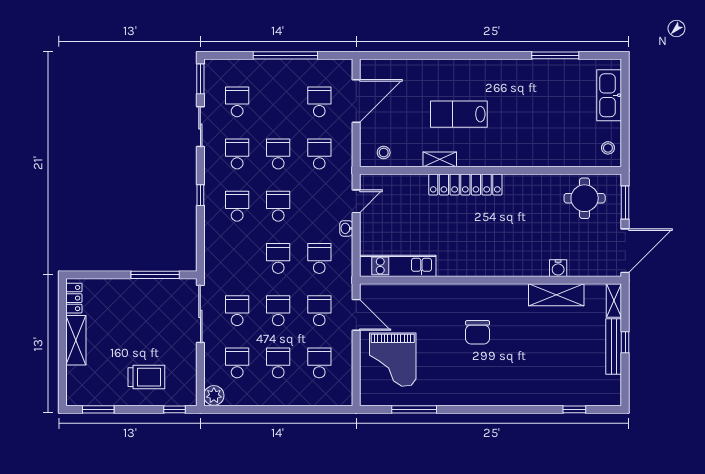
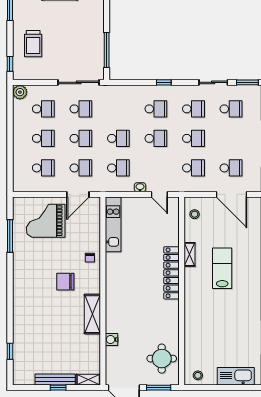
shelving: (556, 295) -> (92, 314), moved
chair: (444, 298) -> (90, 258), added

